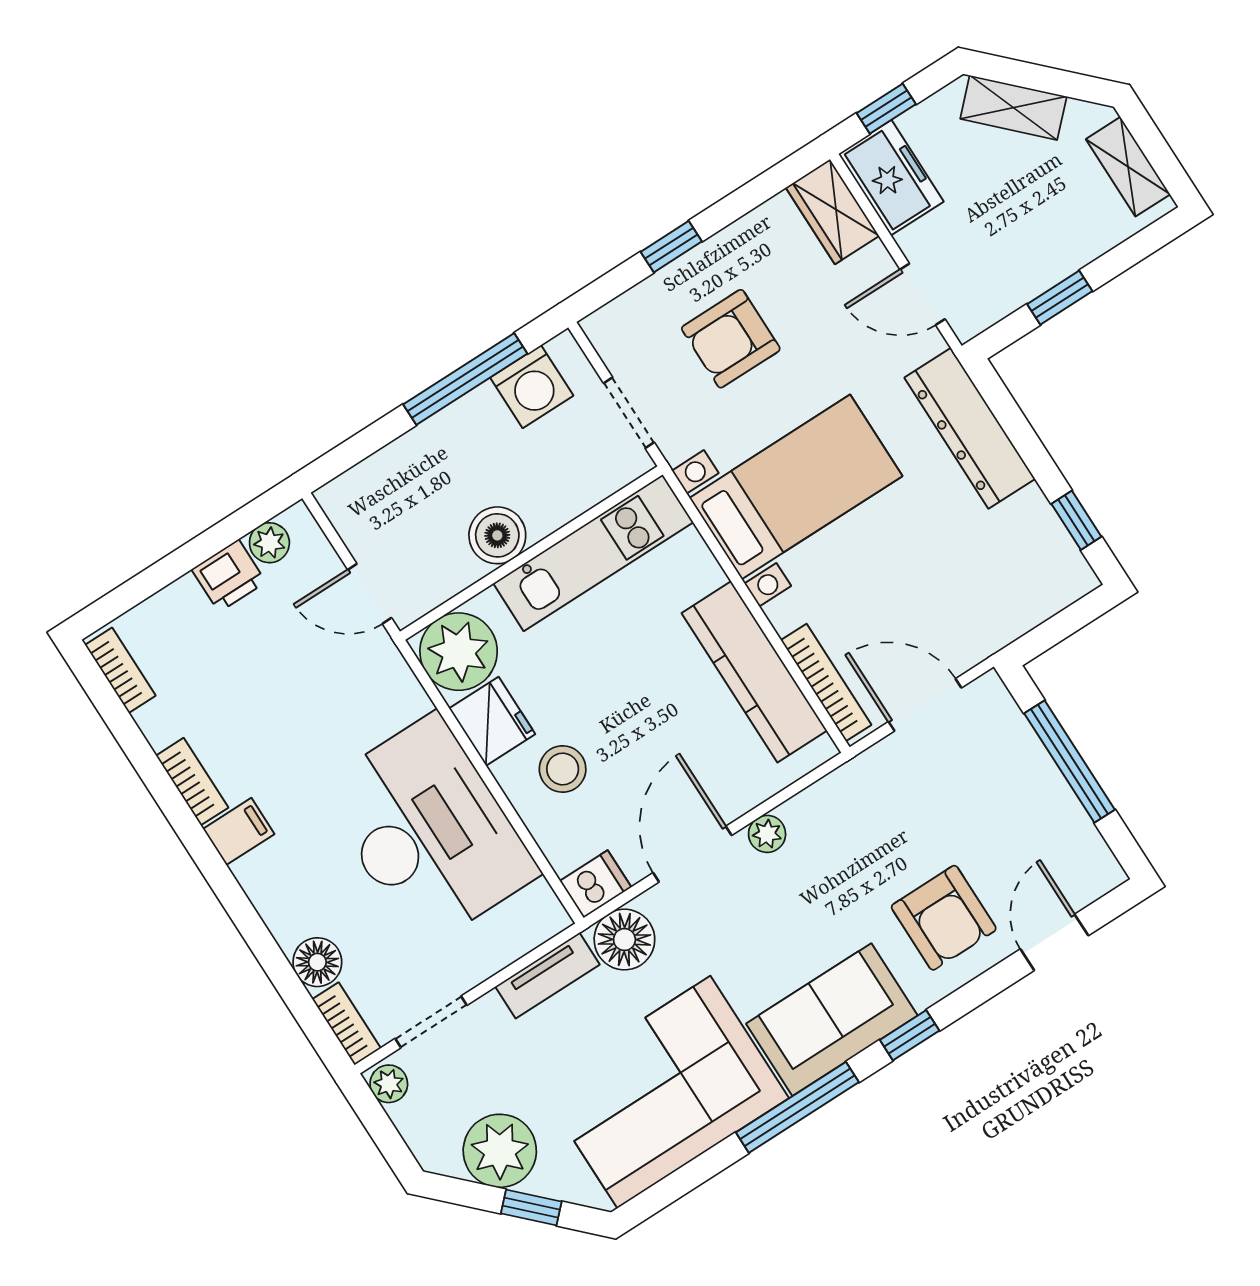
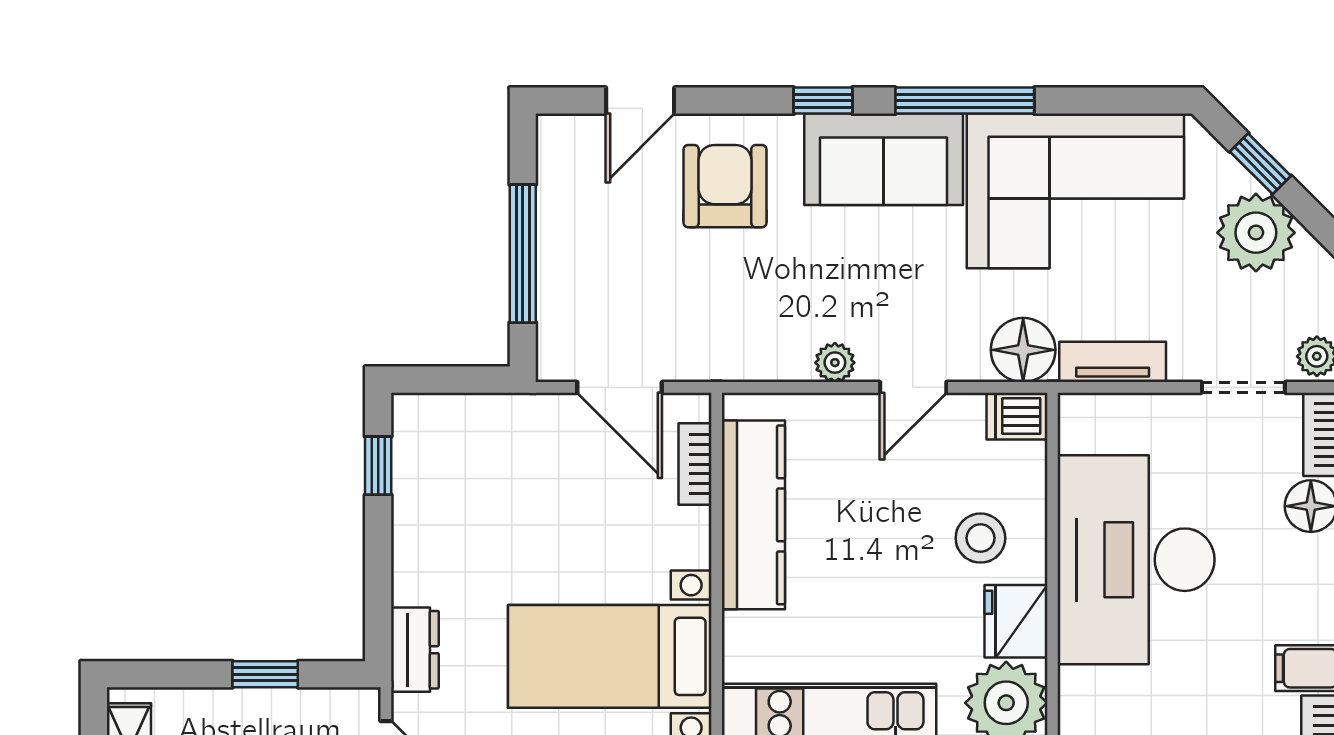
dresser: (970, 428) -> (415, 650), width x0.51, depth x0.80
bookcase: (826, 682) -> (695, 464), width x0.64
door: (692, 854) -> (913, 387), width x0.73

